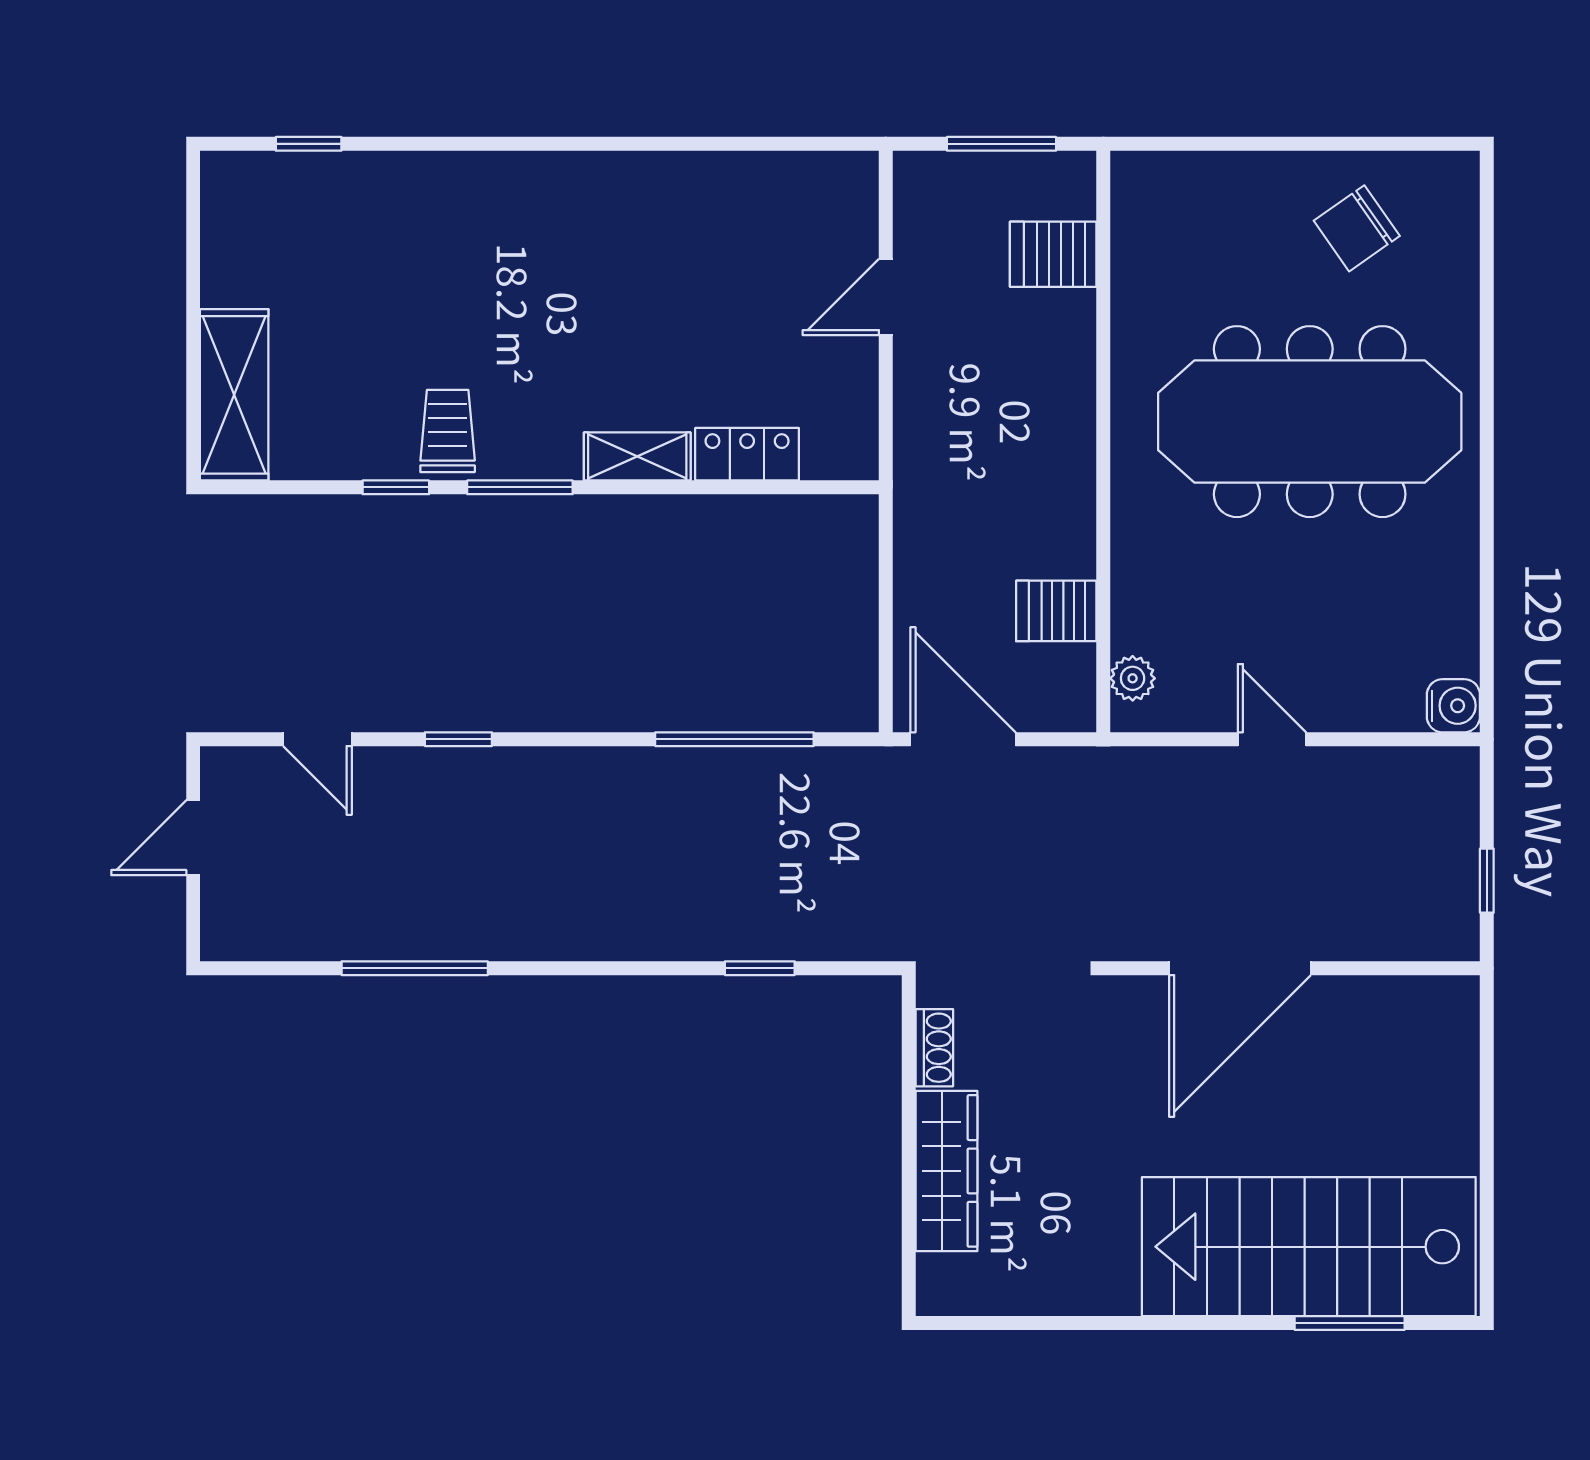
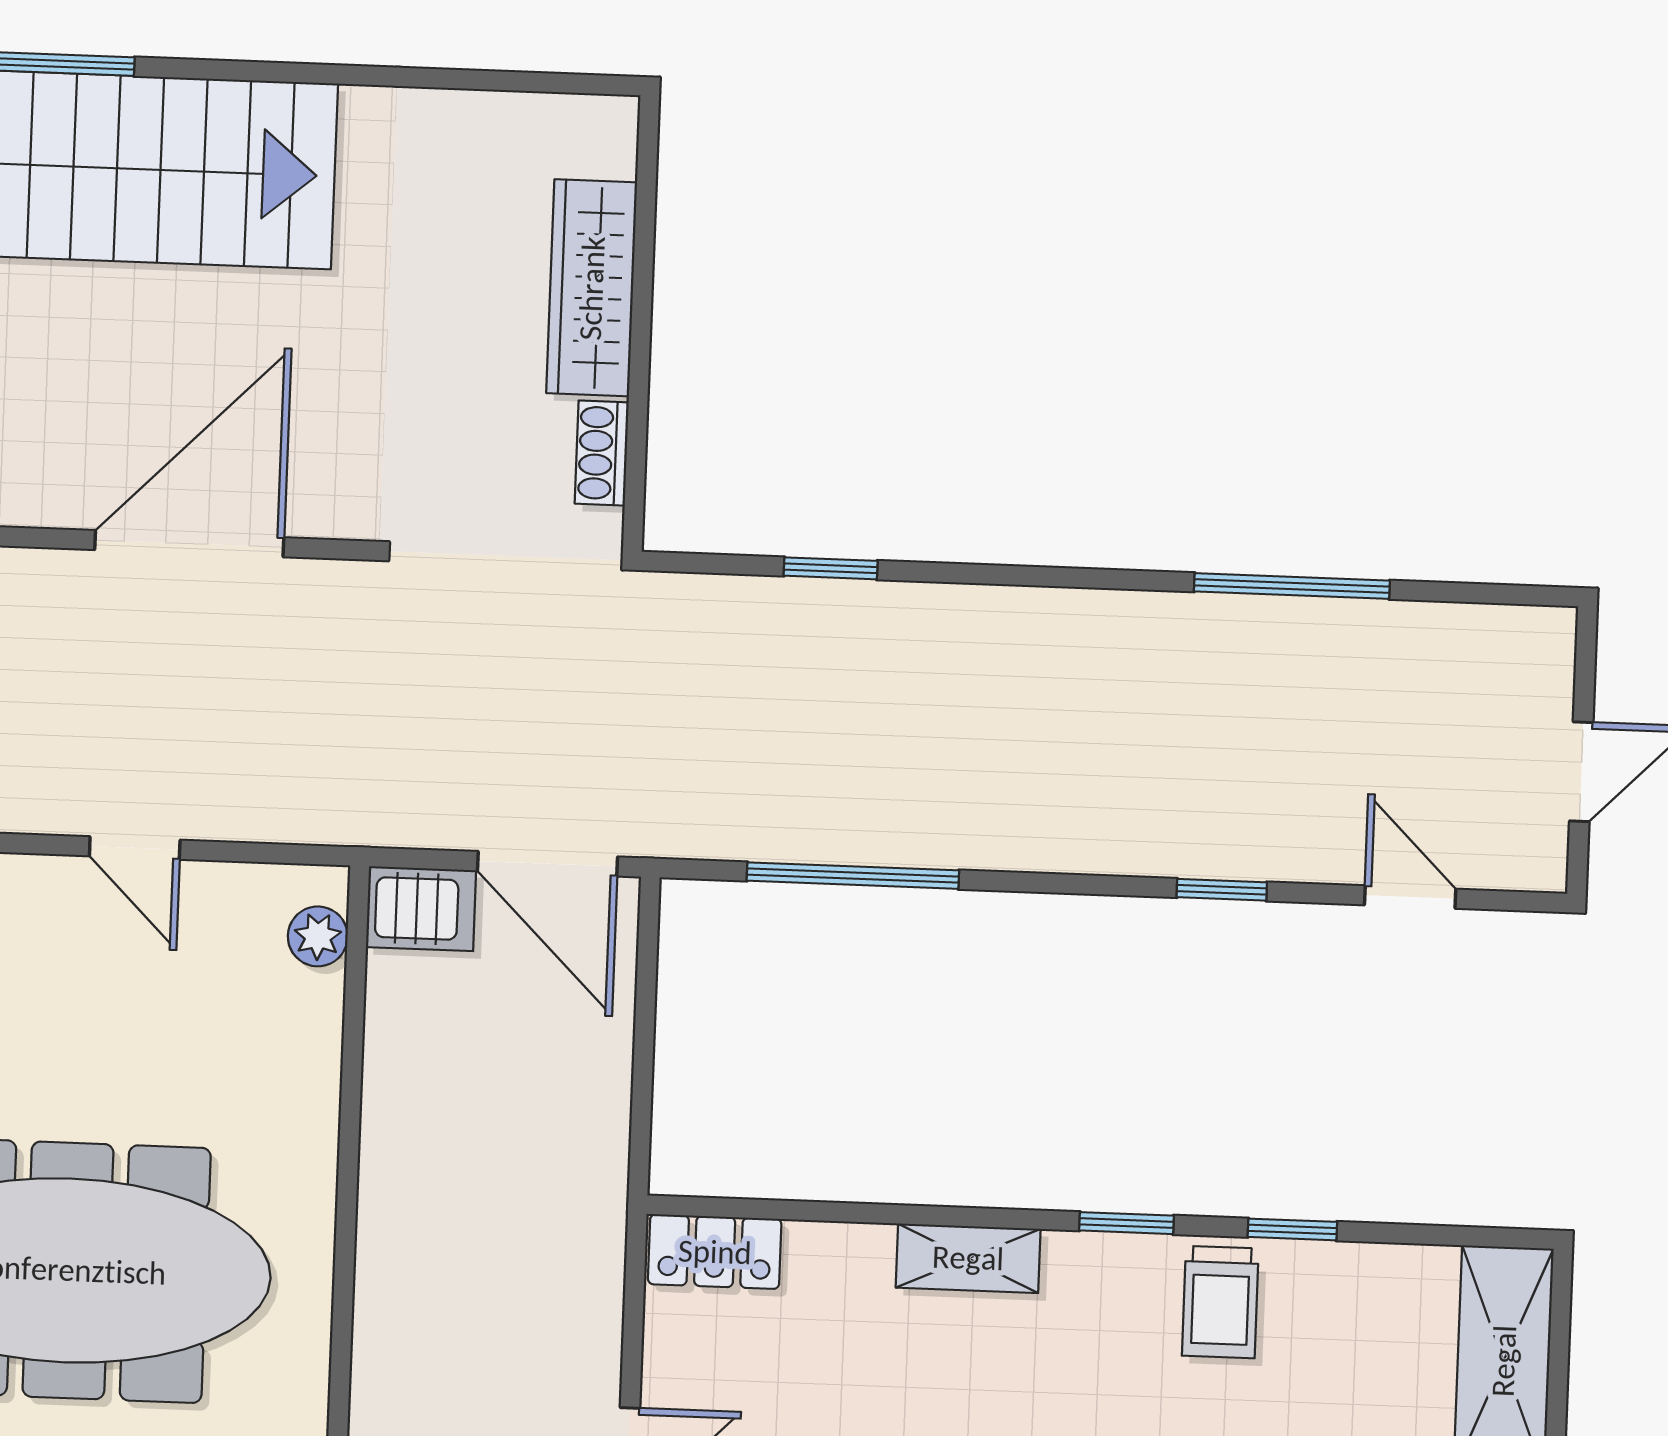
locker: (747, 454) -> (715, 1252), moved
window: (520, 487) -> (1126, 1223), width x0.67
server rack: (1056, 611) -> (421, 909), moved

